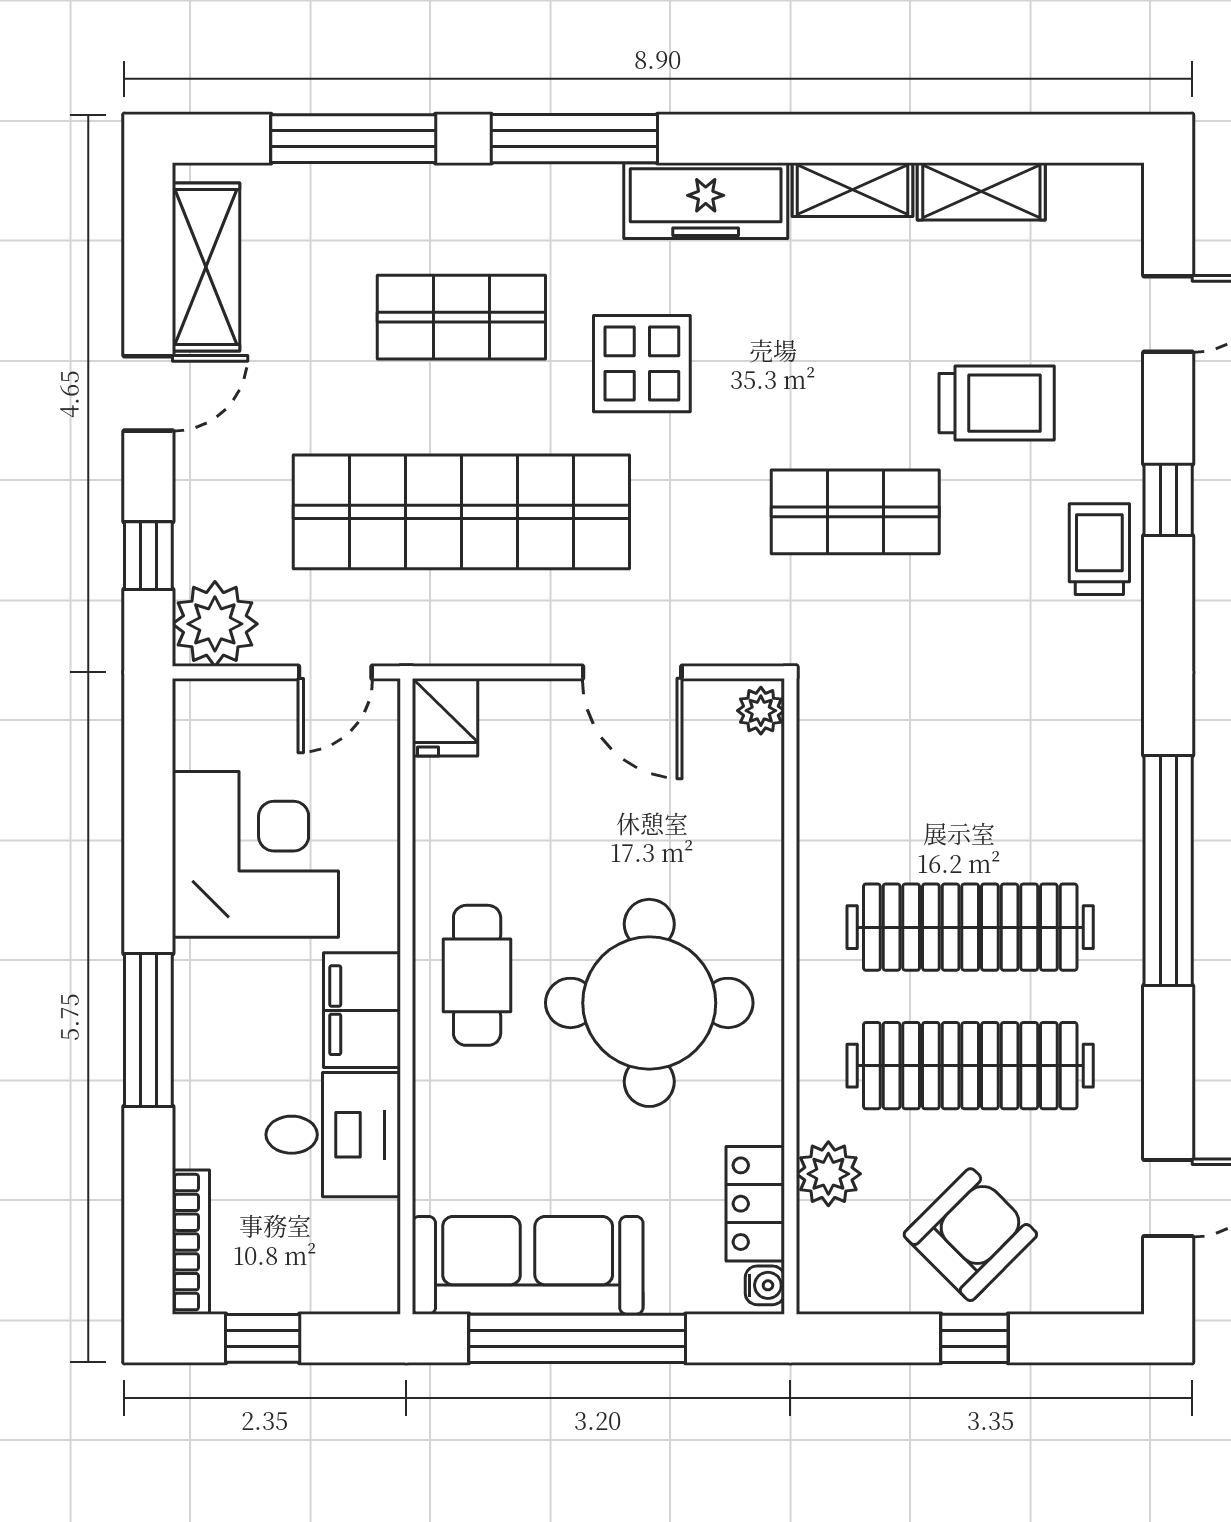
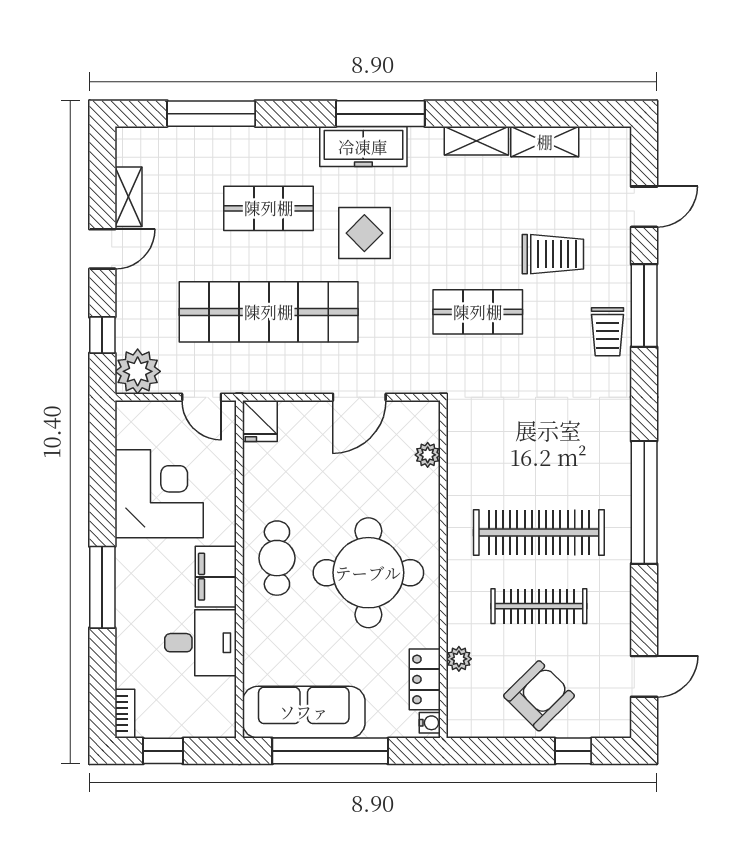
window: (574, 139) -> (380, 114), moved
freezer: (706, 201) -> (363, 147), moved
shelving: (206, 267) -> (128, 197), width x0.67, depth x0.75
window: (1168, 500) -> (644, 306), width x2.17
trolley: (1099, 549) -> (608, 332), turned 180
door: (335, 672) -> (202, 397), hinge flipped
door: (632, 672) -> (359, 397), hinge flipped
plant: (761, 711) -> (428, 455), moved
clothes rail: (970, 1066) -> (539, 606), width x0.73, depth x0.76
plant: (828, 1174) -> (459, 659), width x0.73, depth x0.73
bookcase: (191, 1242) -> (125, 714), width x0.64
window: (974, 1338) -> (573, 751), moved

